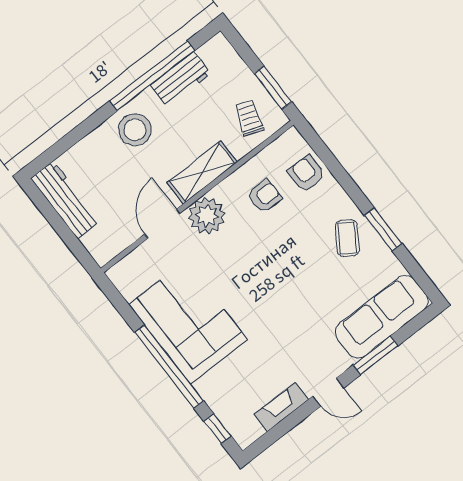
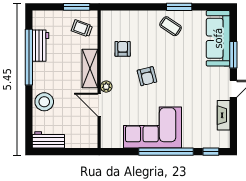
stool: (135, 130) -> (44, 102), moved
armchair: (306, 174) -> (147, 76), moved, turned -104
workbench: (65, 200) -> (48, 140), width x0.73
plant: (207, 216) -> (106, 87), width x0.53, depth x0.53

